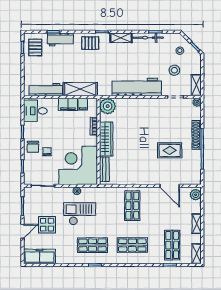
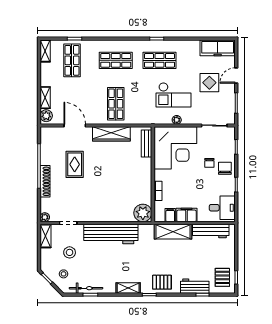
bicycle: (148, 38) -> (86, 288), moved
wardrobe: (106, 139) -> (111, 134), moved, turned -90
rug: (170, 150) -> (75, 164), turned 90
shelving: (197, 224) -> (45, 98), moved

